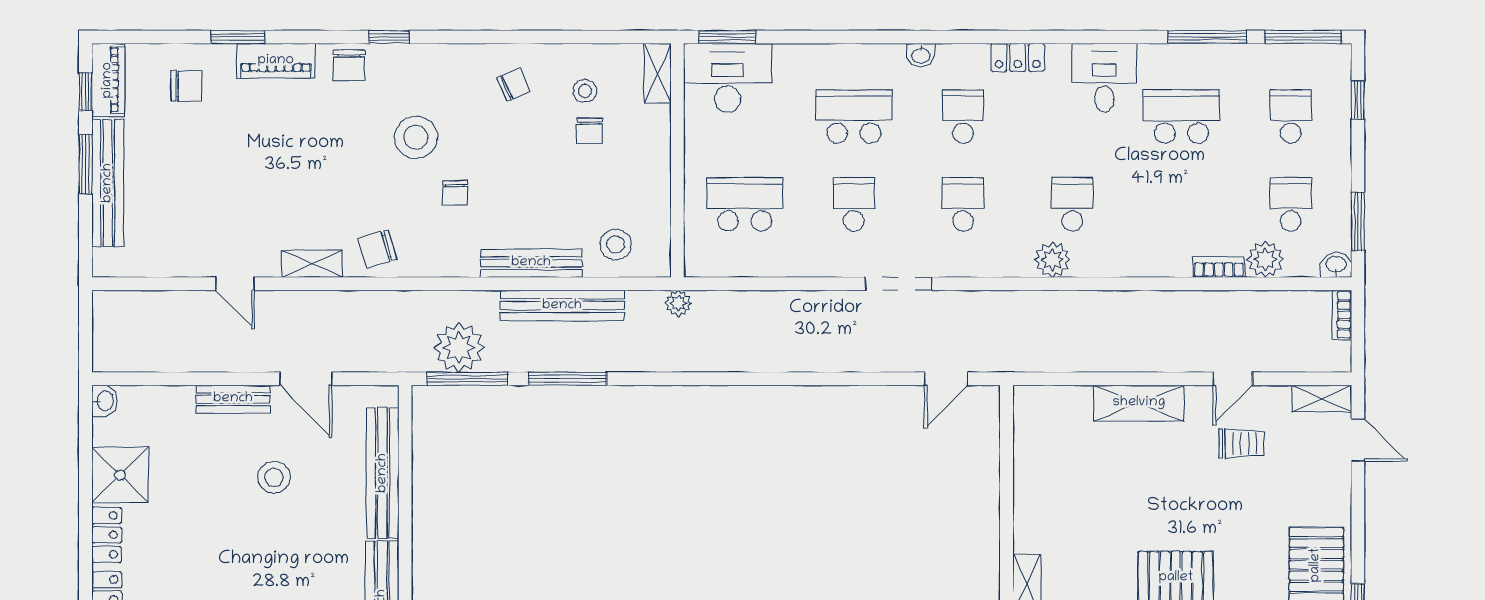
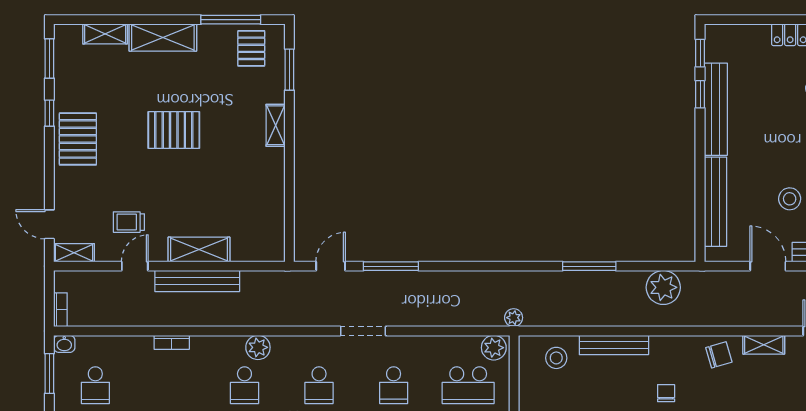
plant: (1265, 259) -> (494, 348), moved
bookcase: (1219, 267) -> (172, 342), moved
bench: (562, 306) -> (197, 281), moved
window: (467, 379) -> (391, 266), moved

